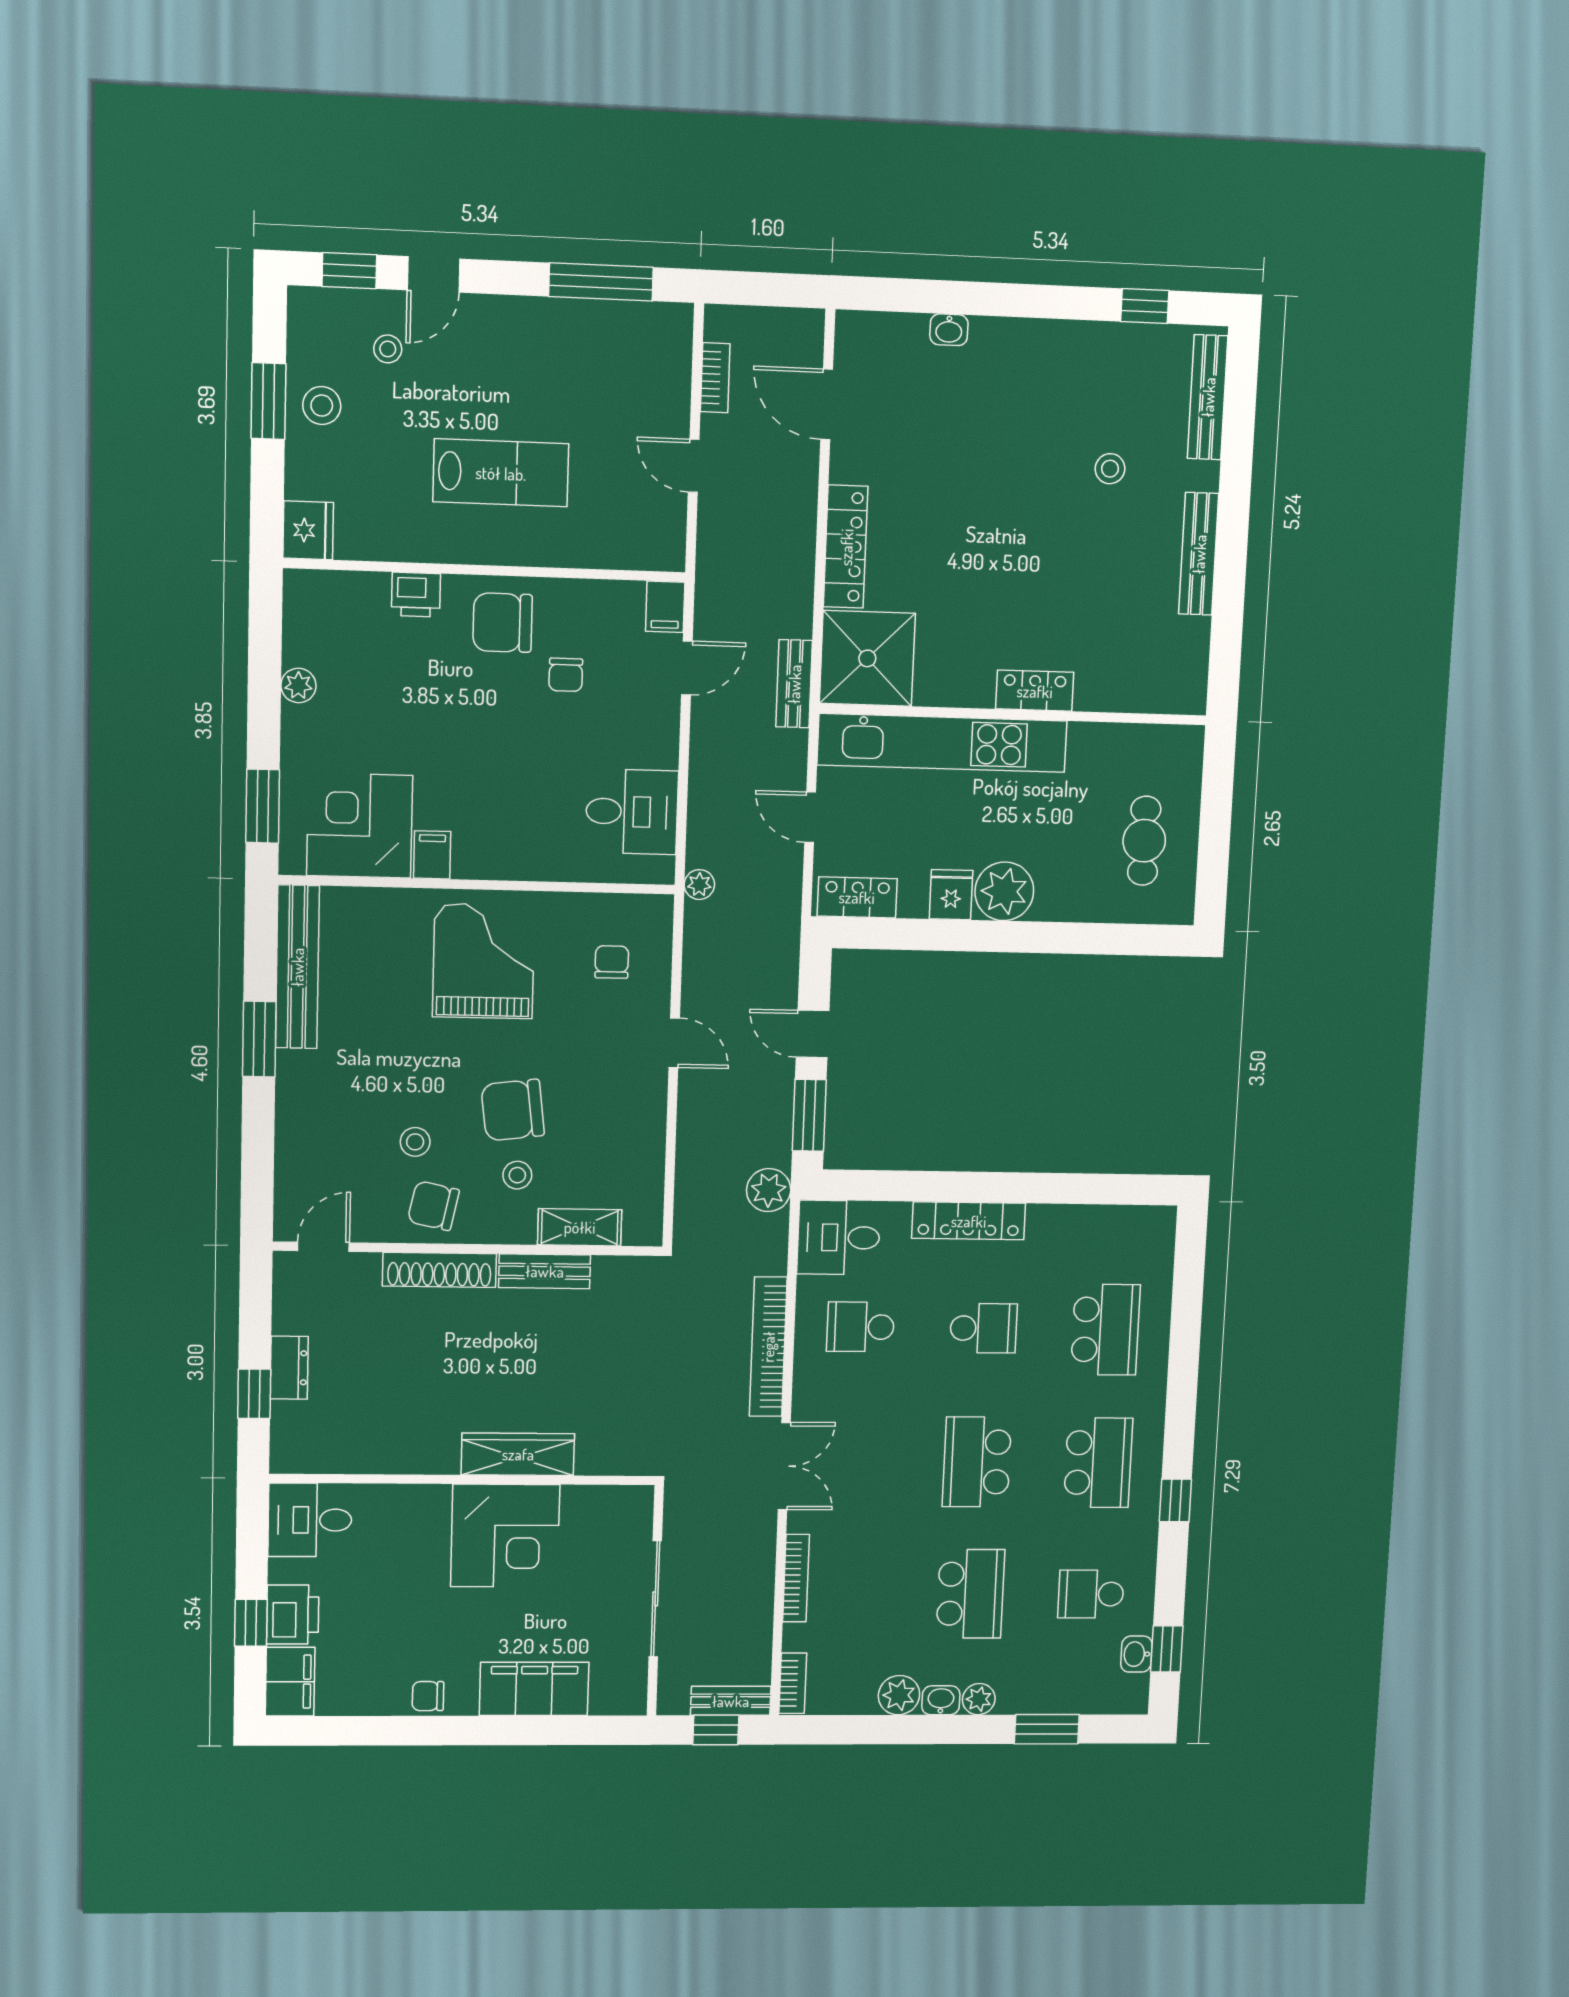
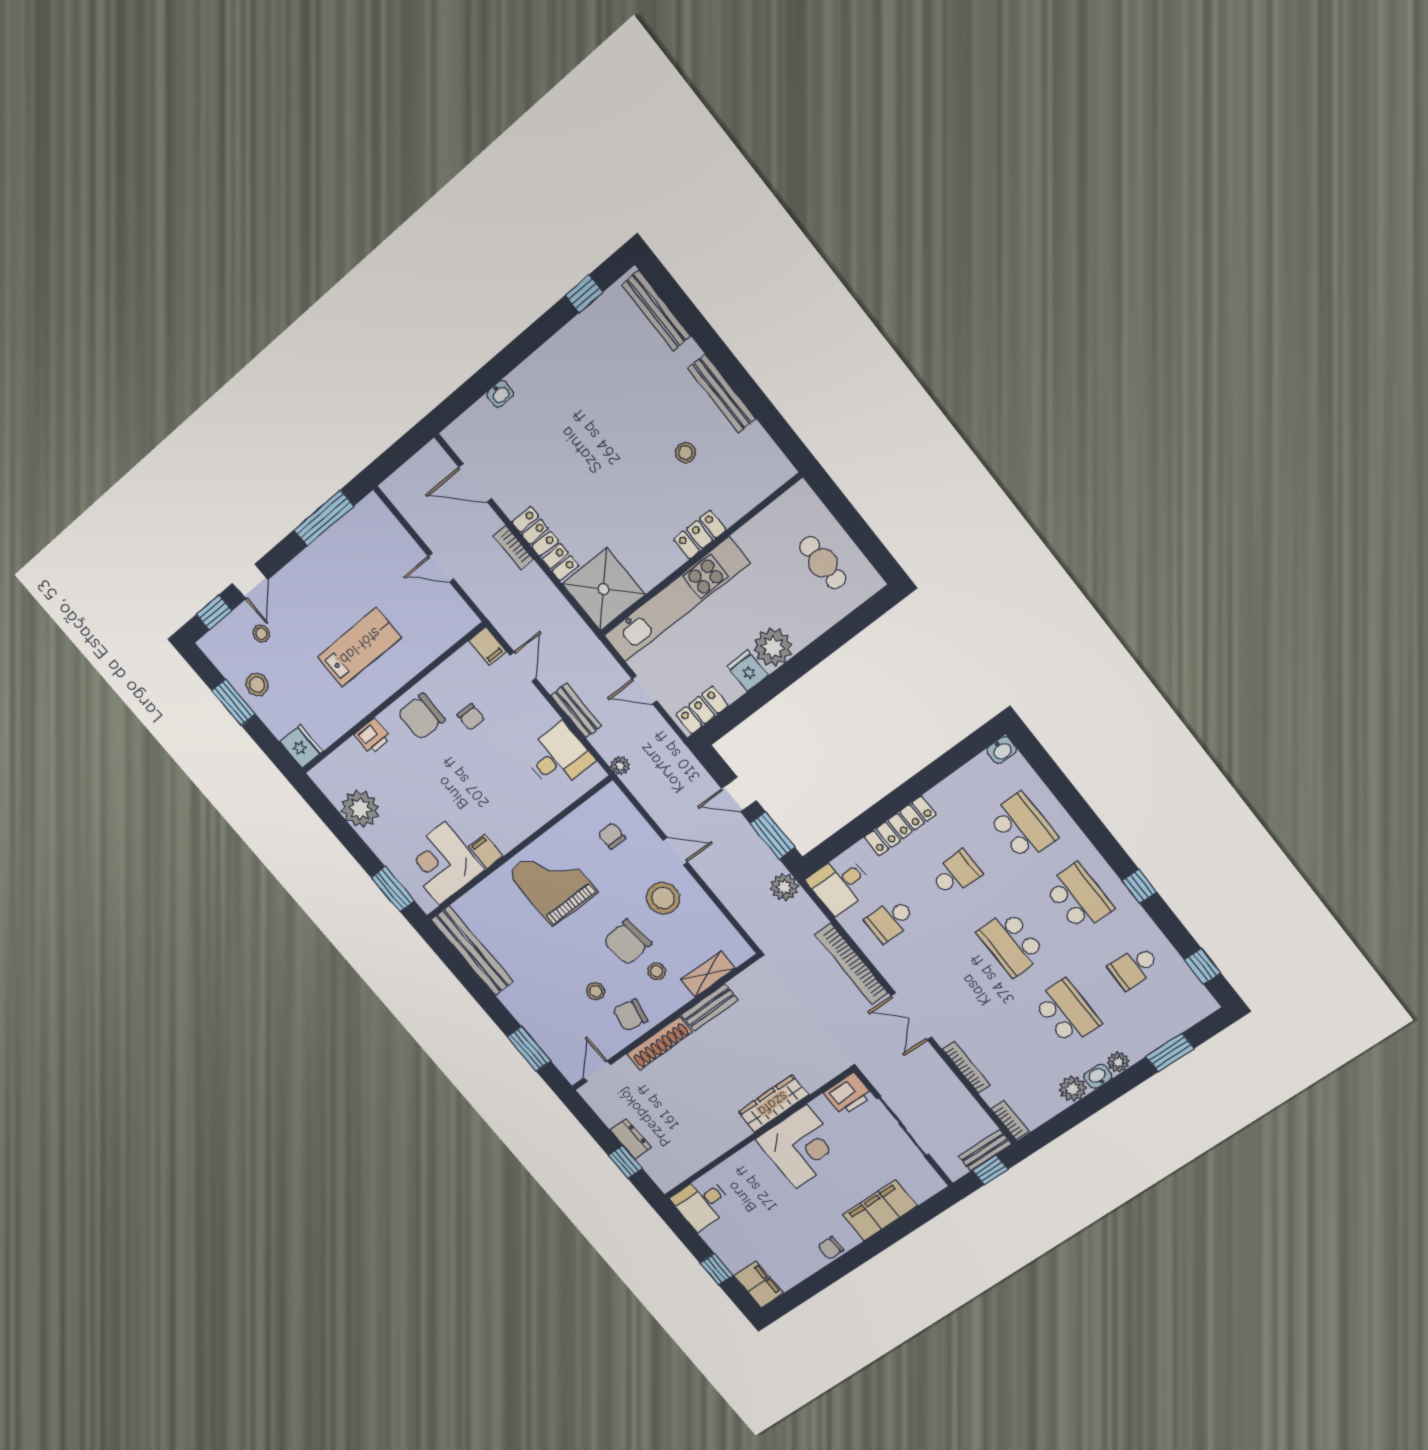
bookcase: (715, 378) -> (513, 548), moved, turned 180
stool: (1110, 469) -> (685, 453), moved
bench: (794, 684) -> (576, 711), moved
plant: (298, 685) -> (360, 809), width x1.87, depth x1.87
window: (259, 1039) -> (529, 1049), moved
stool: (607, 1089) -> (663, 898), added
double door: (784, 1466) -> (911, 1016), swing flipped
printer: (293, 1615) -> (848, 1094), moved, turned 90
washbasin: (1136, 1654) -> (1002, 750), moved, turned -90

